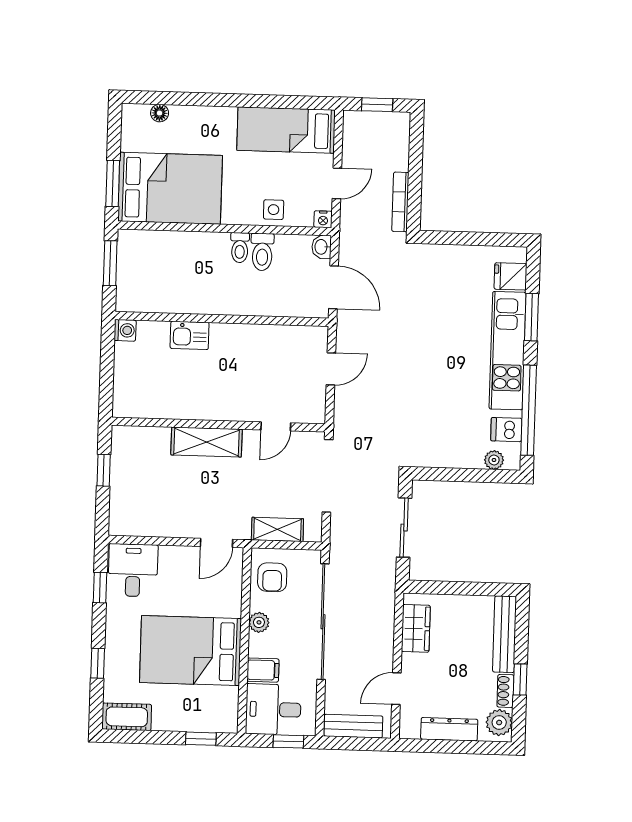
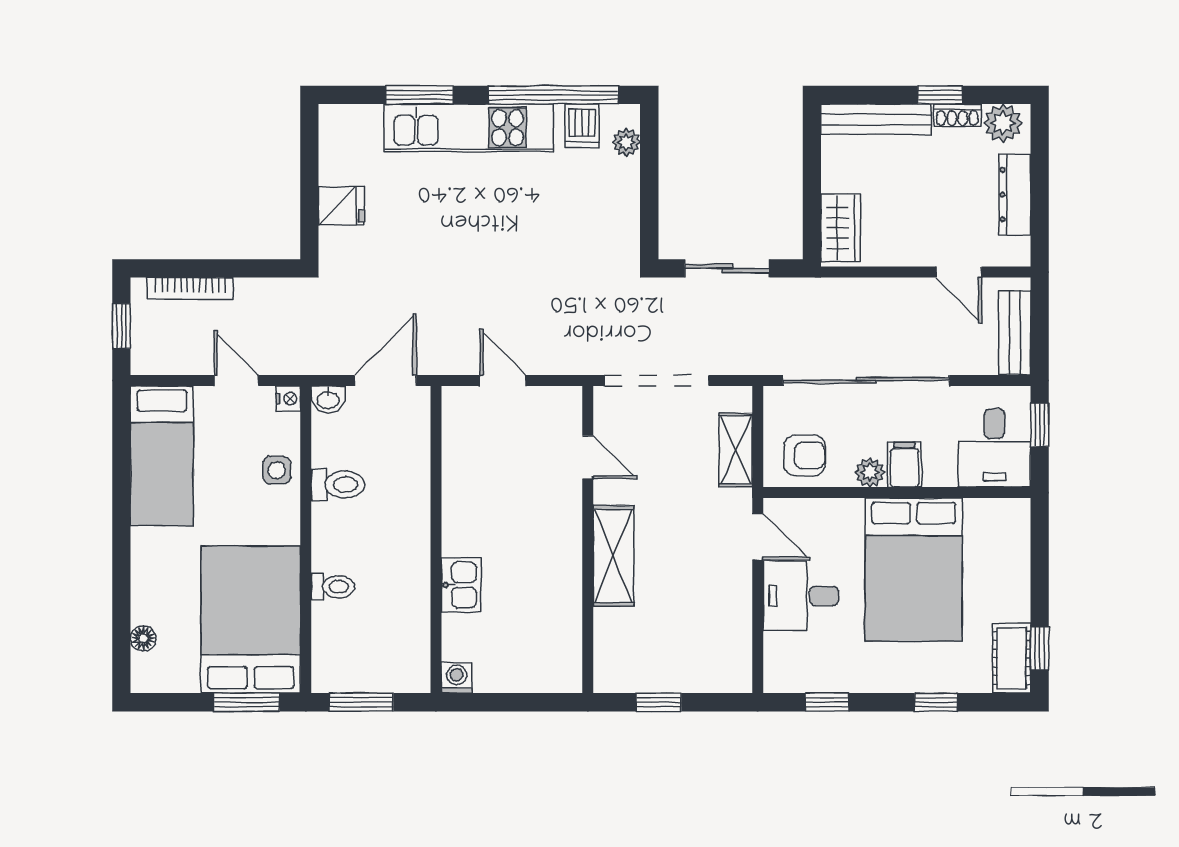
bookcase: (400, 202) -> (190, 288), moved
toilet: (240, 248) -> (333, 587), moved
fridge: (511, 276) -> (341, 206), moved, turned -90
desk: (133, 570) -> (801, 596), moved
wardrobe: (416, 628) -> (841, 228), moved, turned 90
filing cabinet: (263, 670) -> (905, 465), moved
window: (201, 739) -> (1040, 648), moved

